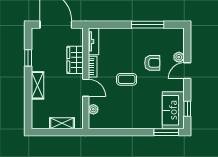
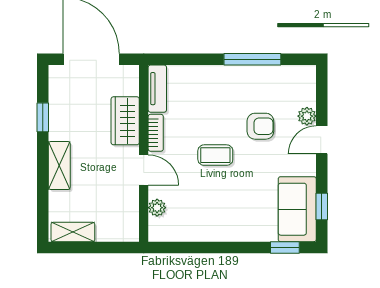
shelving: (62, 123) -> (73, 232), moved
window: (166, 132) -> (285, 247), width x0.67

